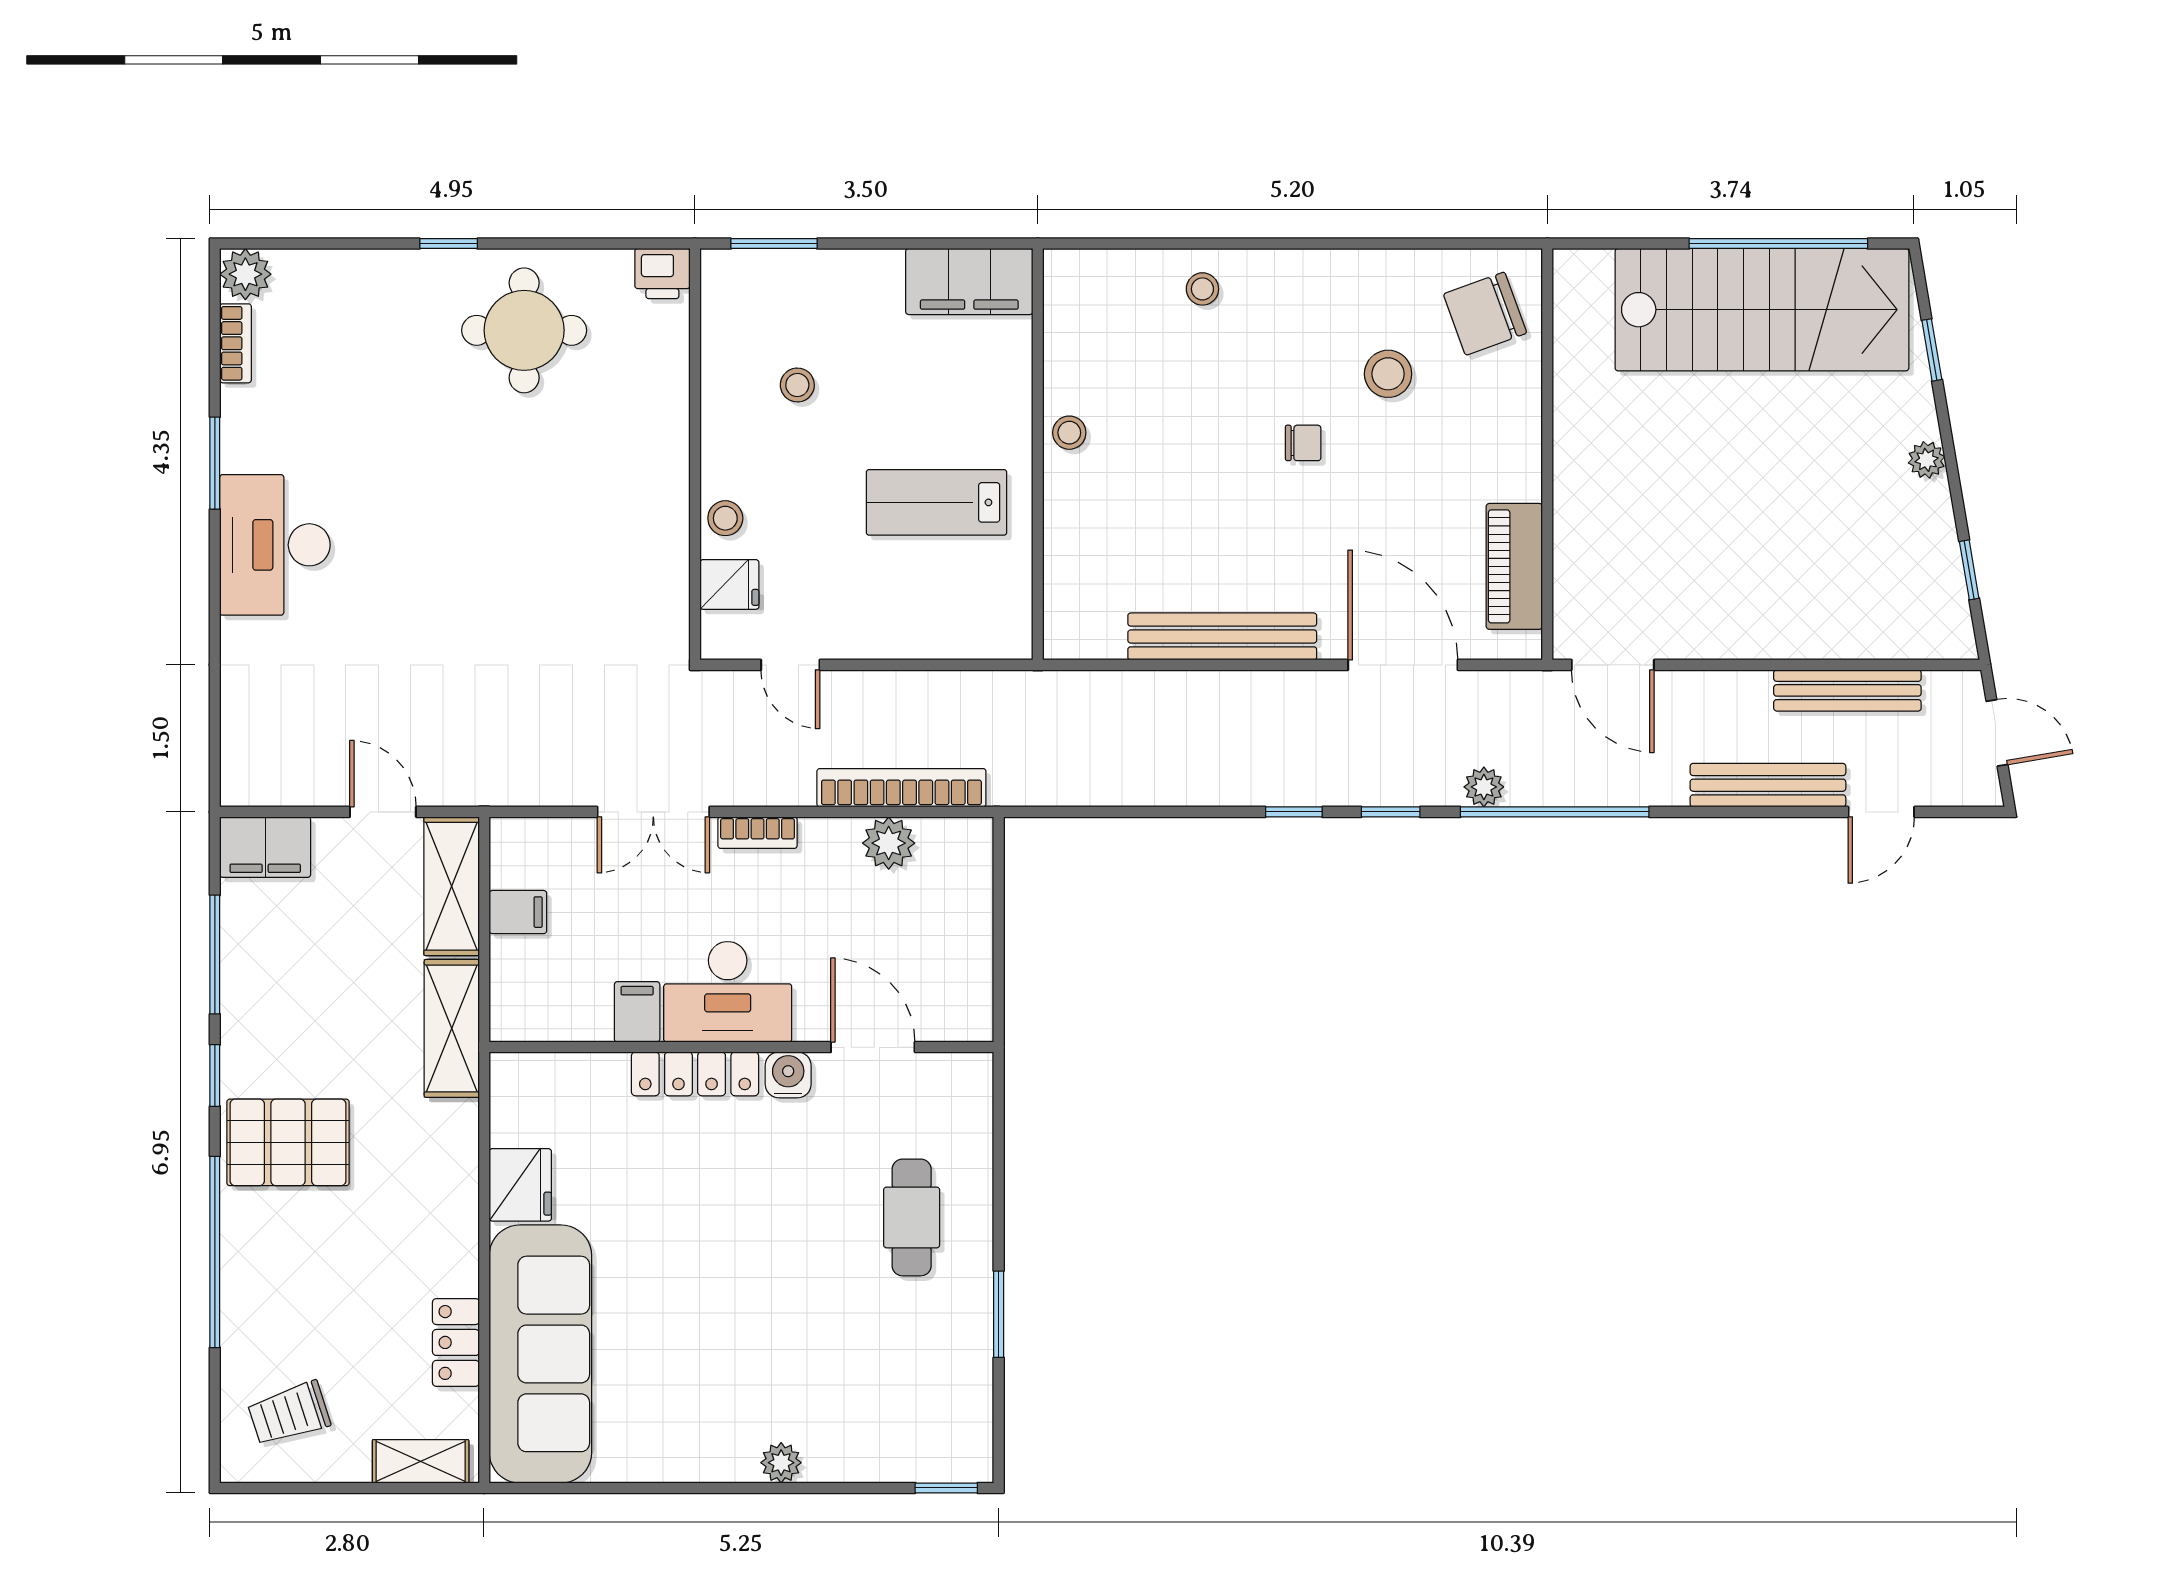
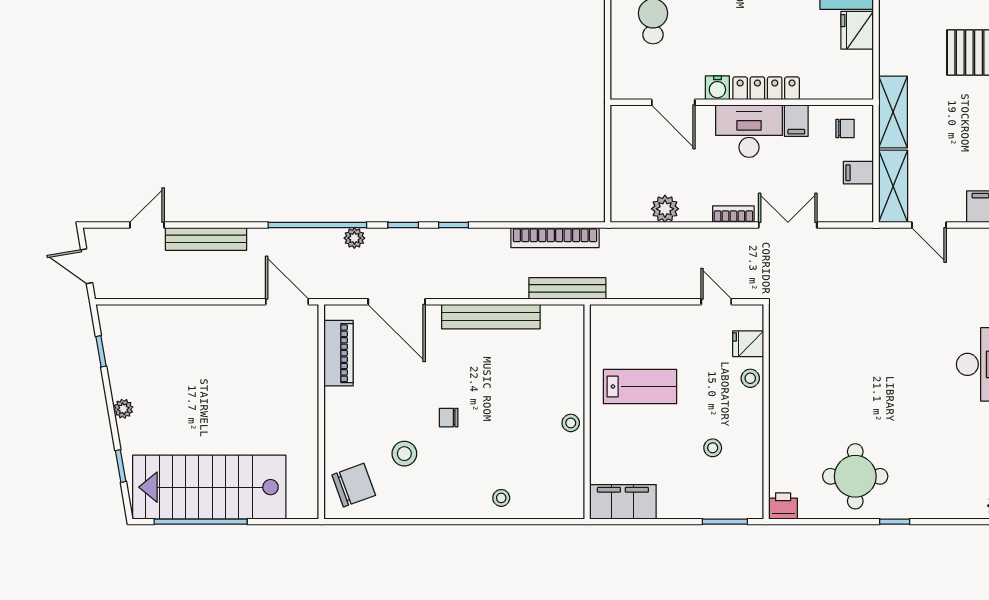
bench: (1847, 690) -> (567, 288), moved
bookcase: (901, 788) -> (555, 238), moved
chair: (544, 997) -> (845, 128), added

